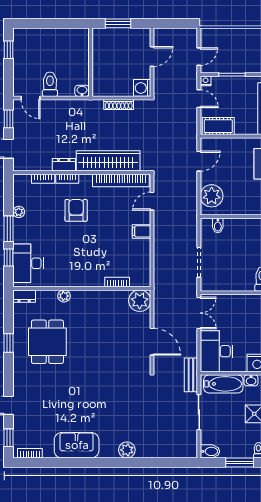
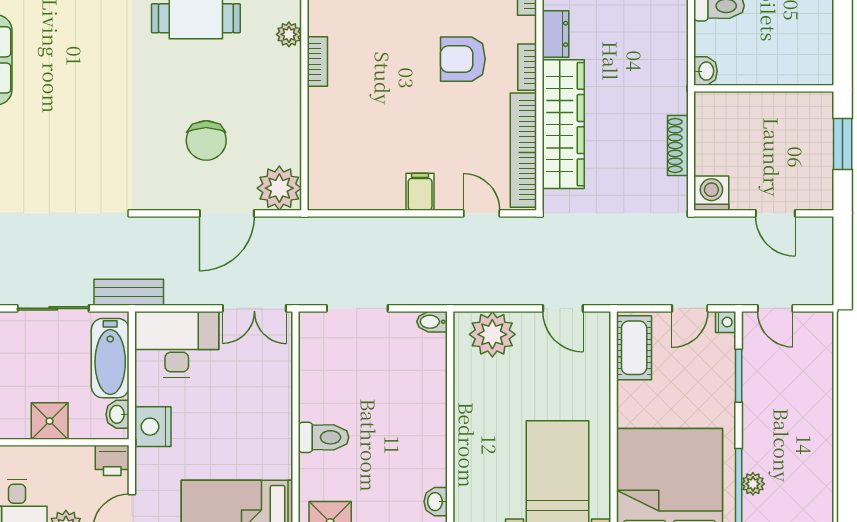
bookcase: (67, 179) -> (527, 67), moved
armchair: (76, 210) -> (463, 59), turned 180
bidet: (218, 226) -> (432, 322), moved
bookcase: (117, 282) -> (317, 62), moved
chair: (116, 337) -> (206, 140), added
door: (152, 342) -> (227, 213), moved

